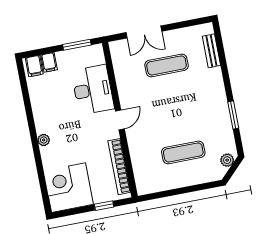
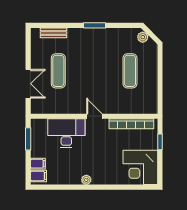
window: (233, 115) -> (94, 25), moved
plant: (44, 140) -> (86, 180), moved

